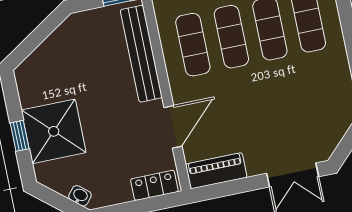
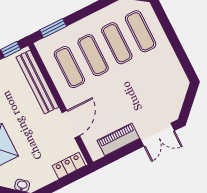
piano: (216, 171) -> (118, 139), moved

